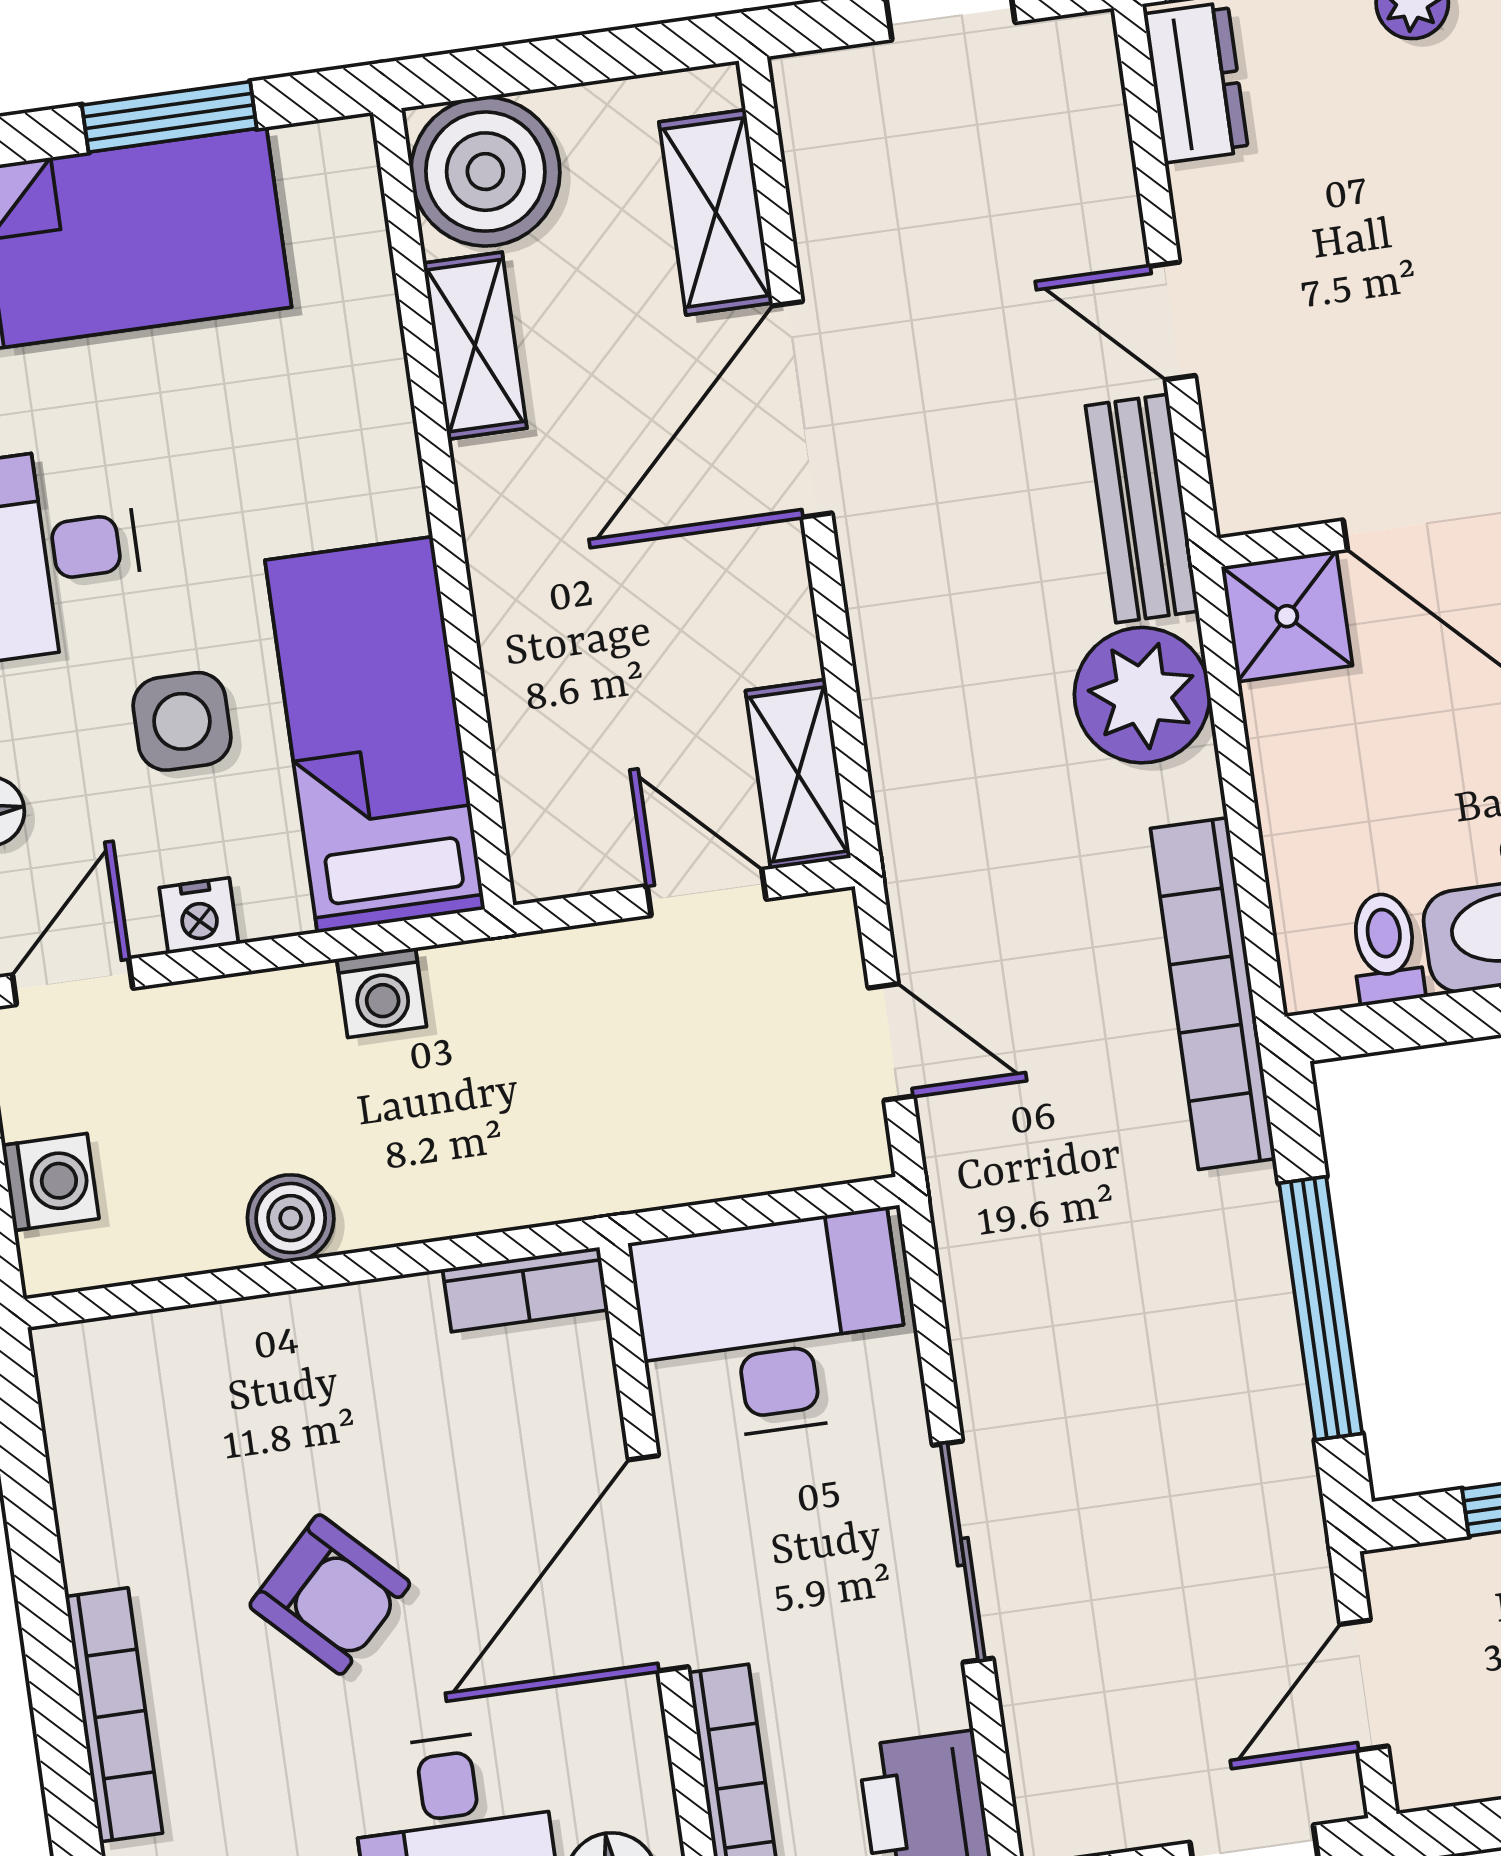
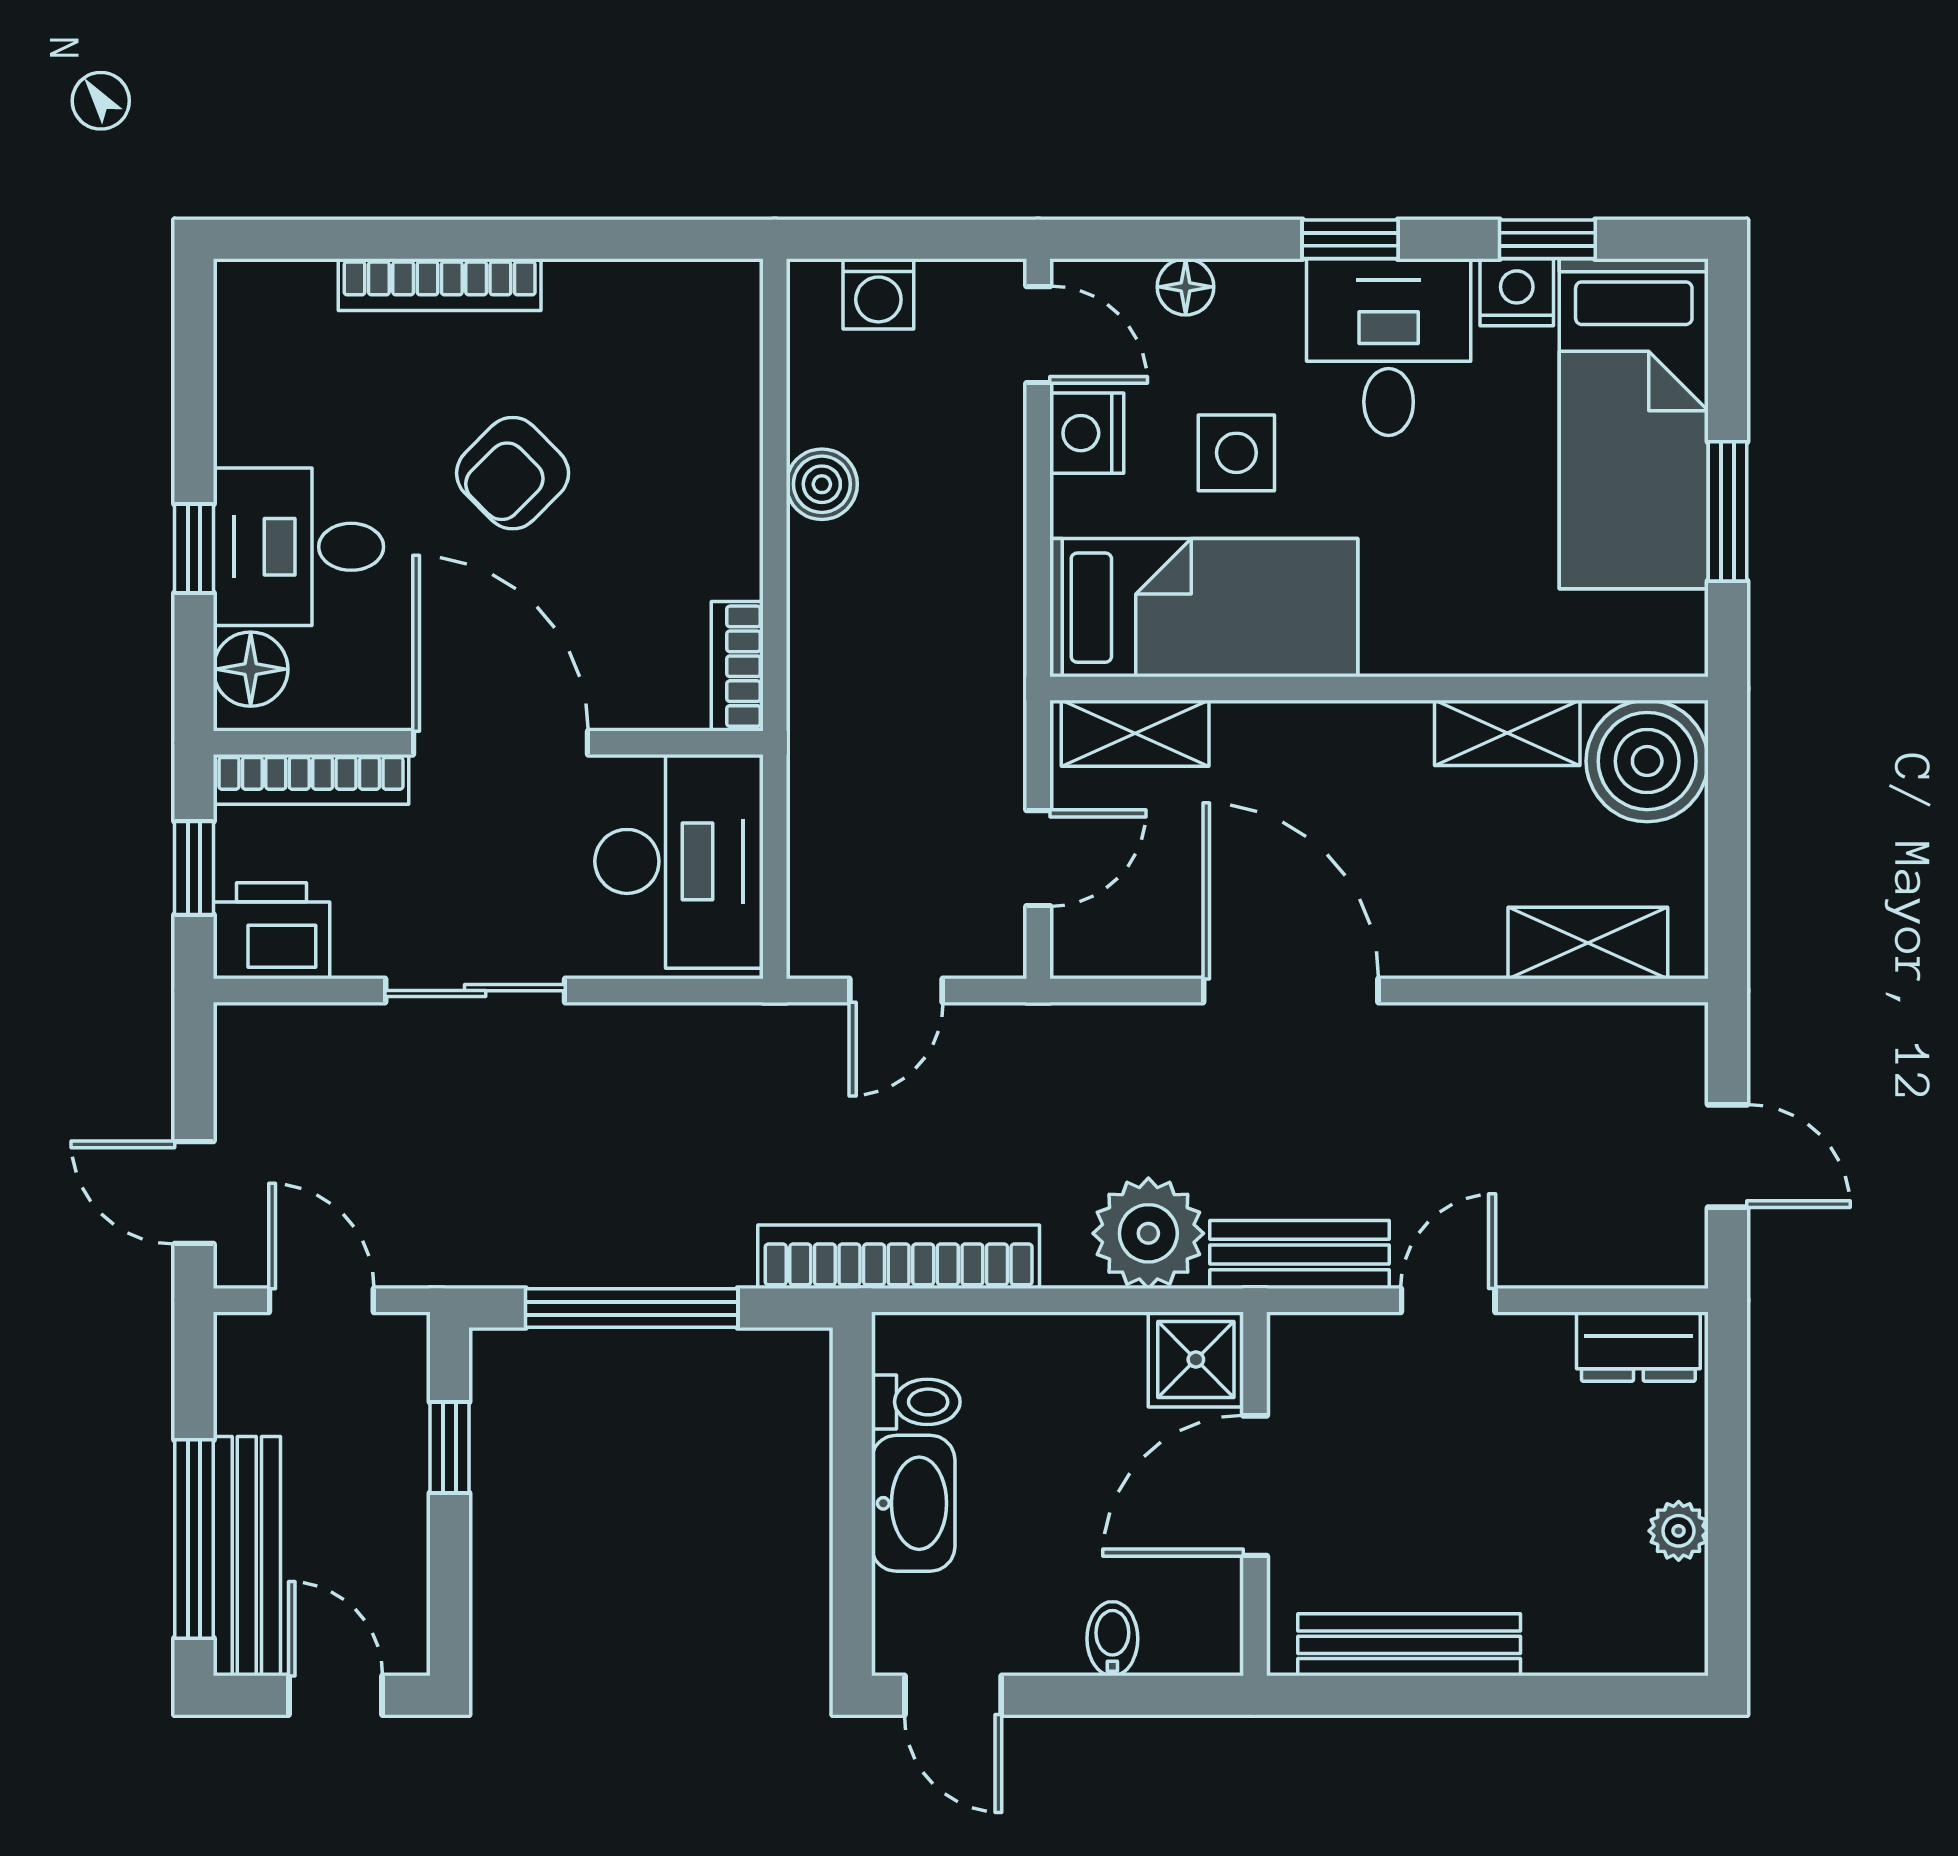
door: (802, 409) -> (1291, 991), moved
shelving: (798, 774) -> (1135, 733), moved
nightstand: (199, 916) -> (1087, 433), width x1.39, depth x1.35
washing machine: (382, 993) -> (994, 584), removed

